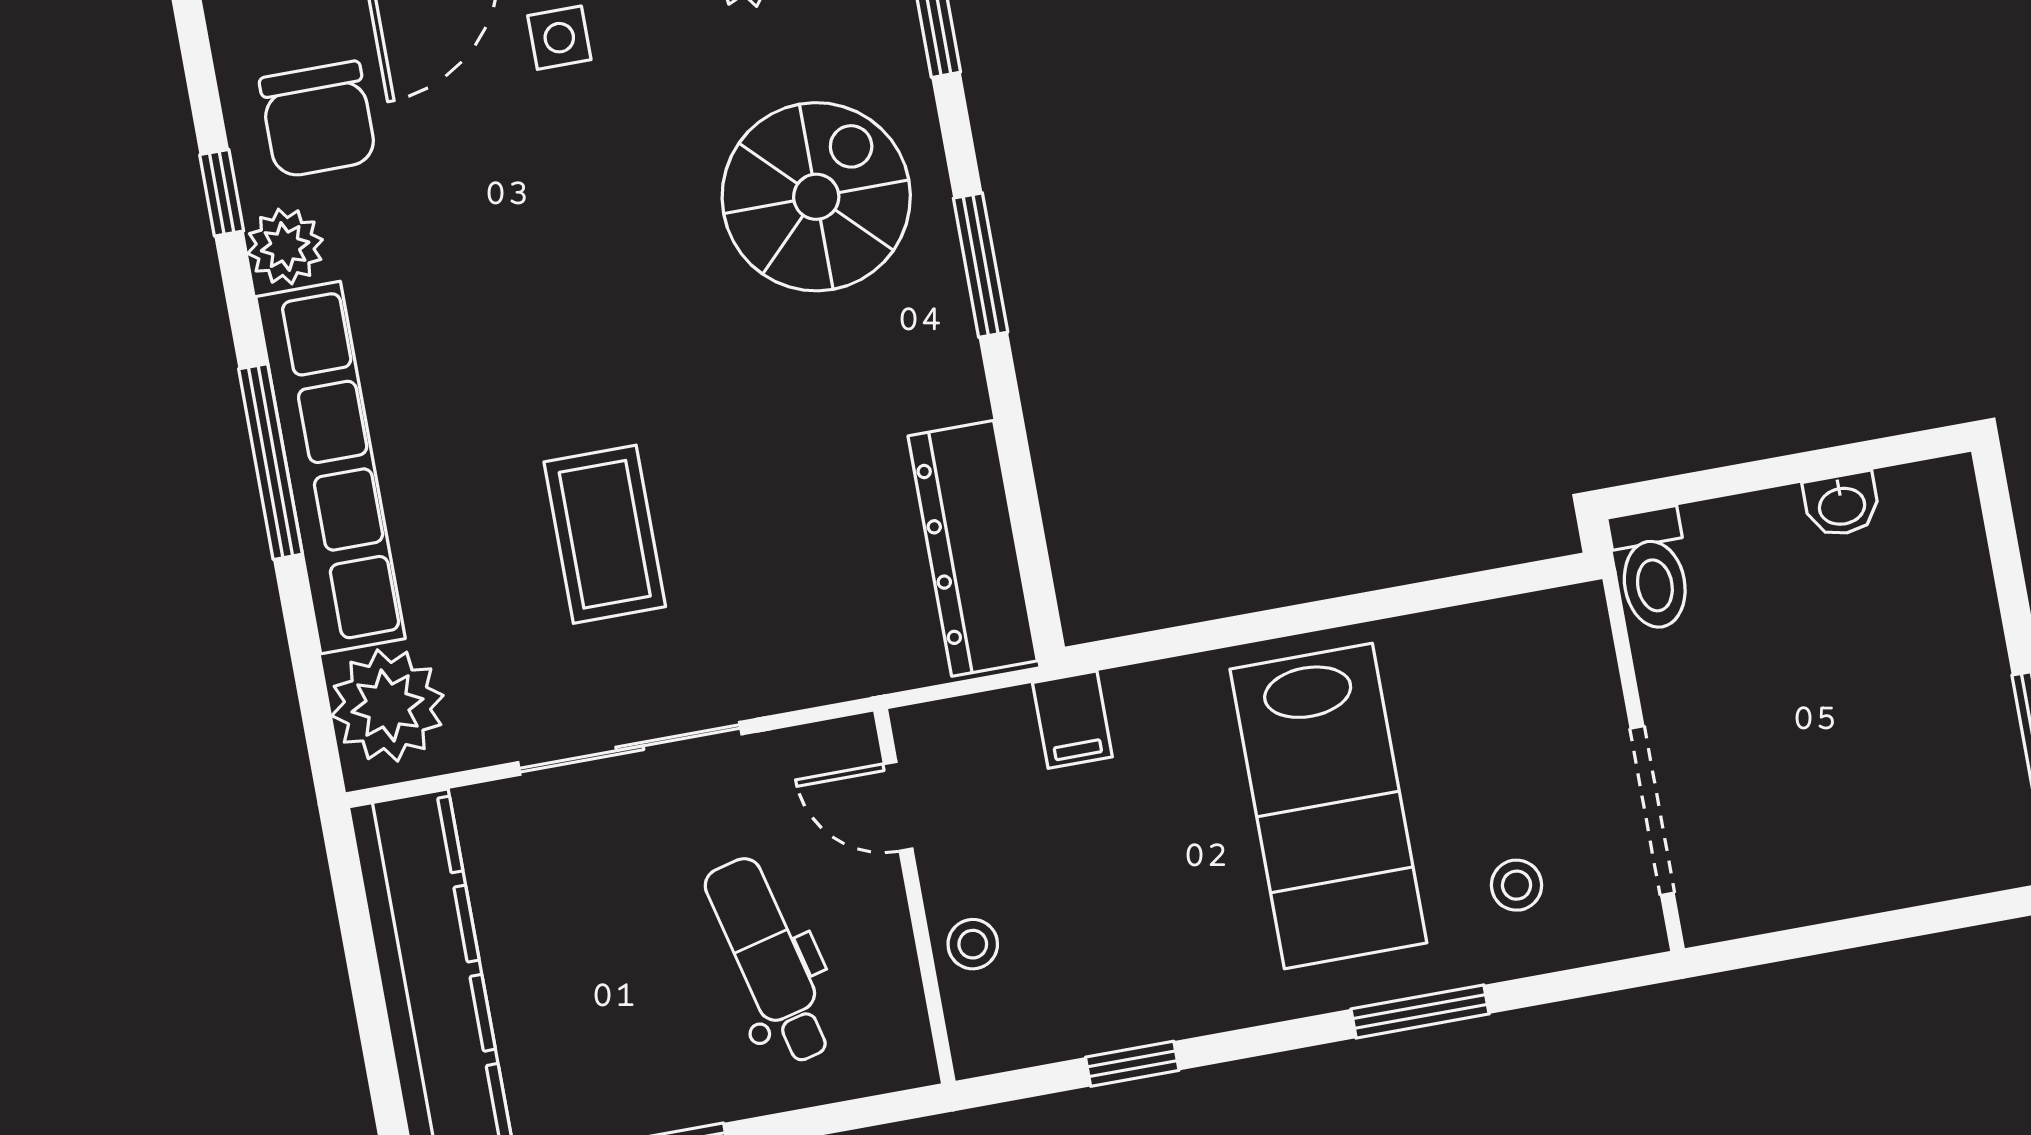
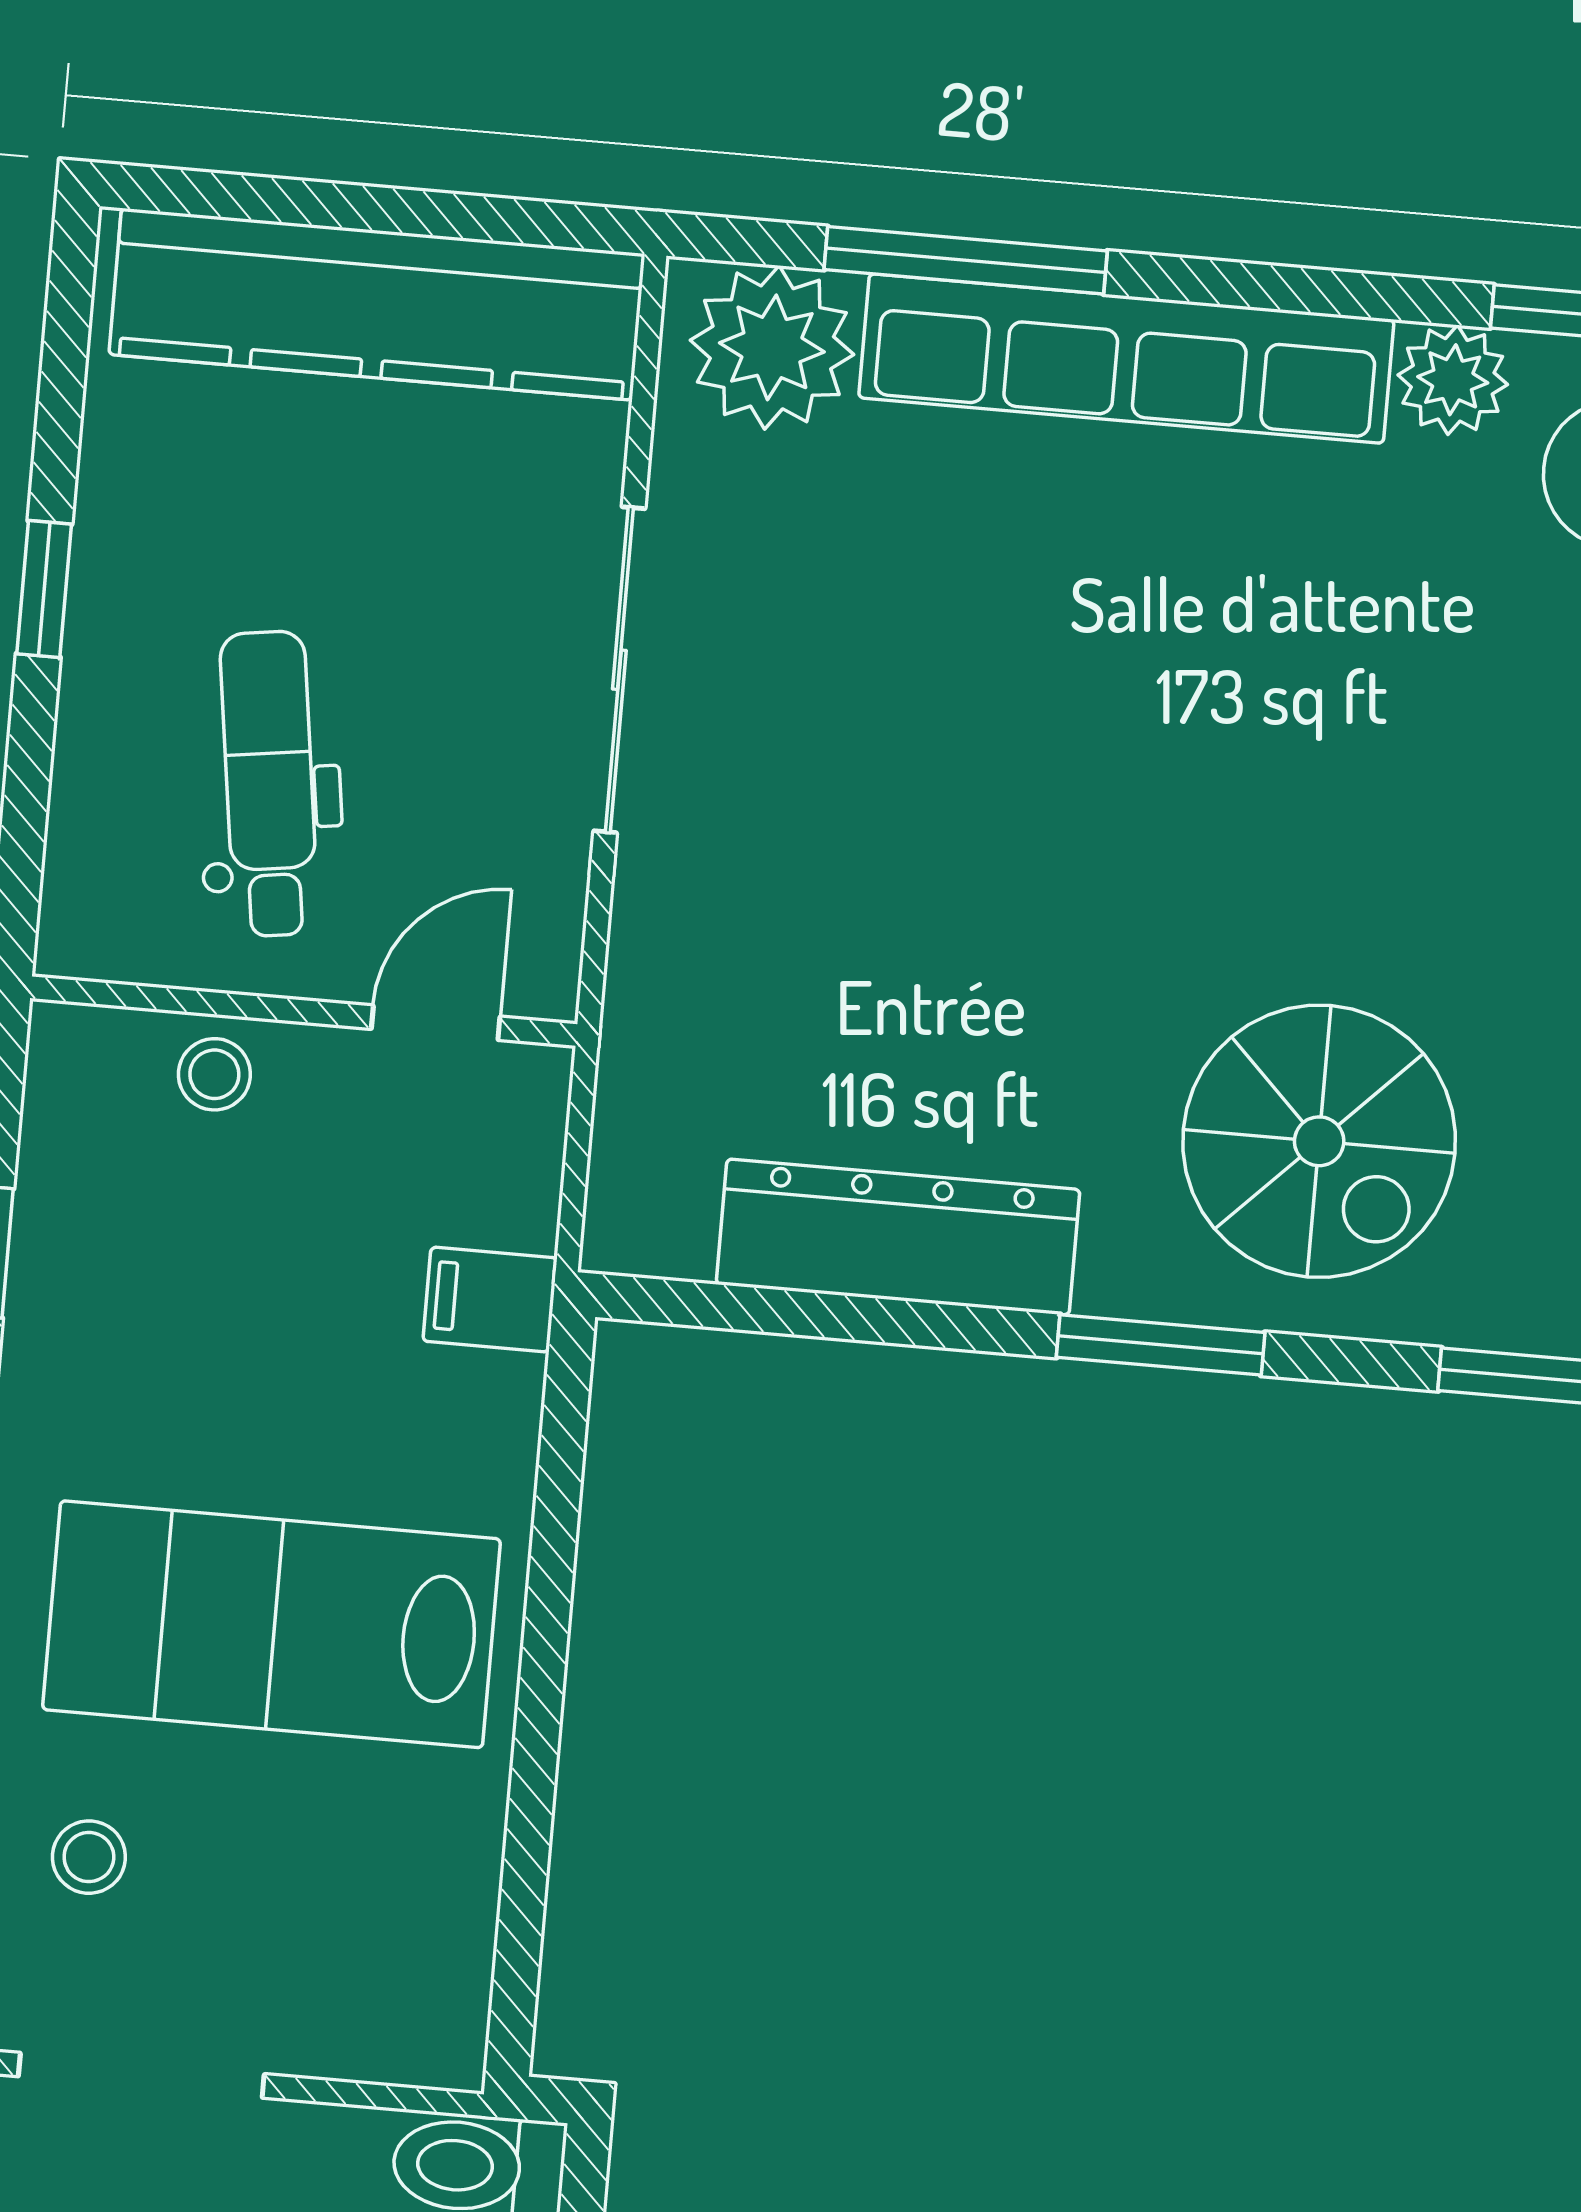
window: (270, 462) -> (966, 260), moved
coffee table: (605, 534) -> (928, 717), removed
dresser: (973, 548) -> (898, 1237), moved
dental chair: (769, 960) -> (269, 784), turned -84

